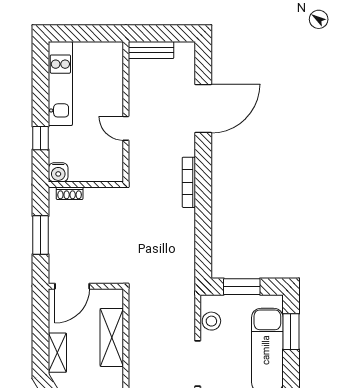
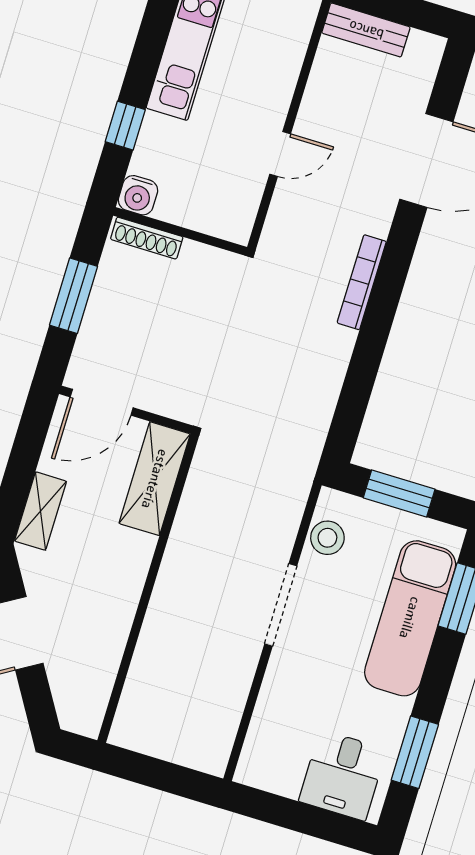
door: (126, 128) -> (280, 154), swing flipped
shoe rack: (70, 193) -> (147, 238), width x1.43
shelving: (112, 337) -> (155, 479), moved

